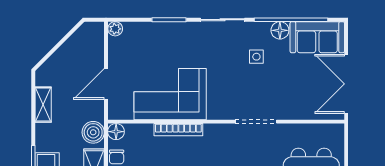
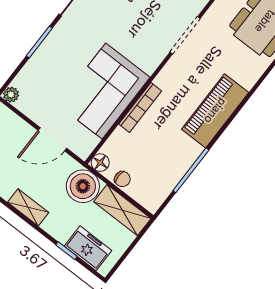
door: (106, 84) -> (52, 139), hinge flipped
boiler: (93, 132) -> (83, 186), width x1.37, depth x1.37

